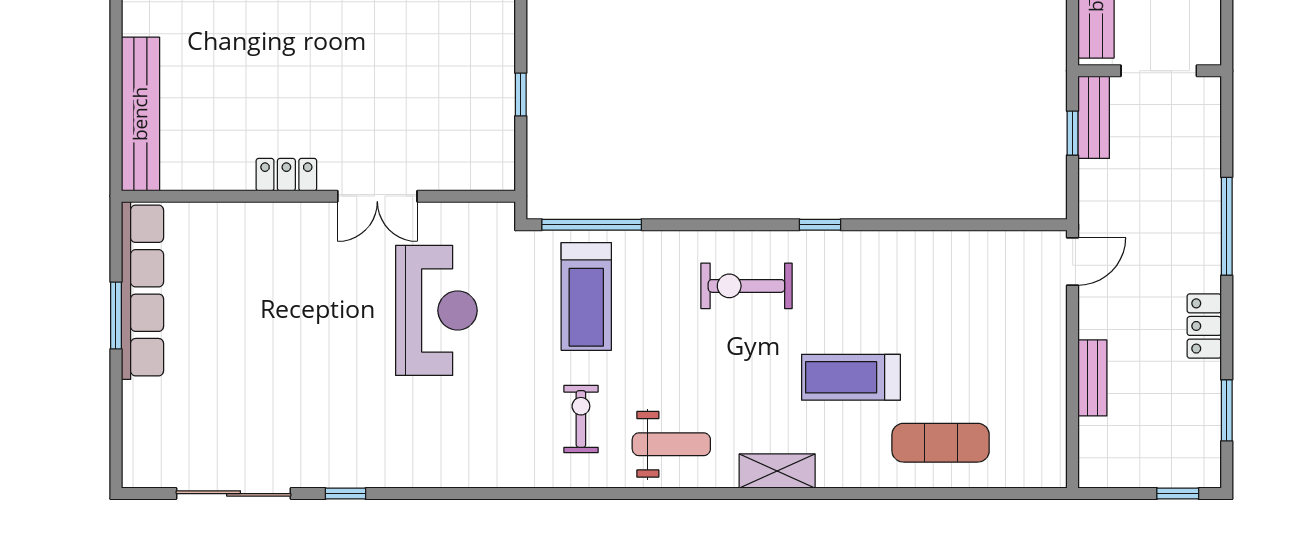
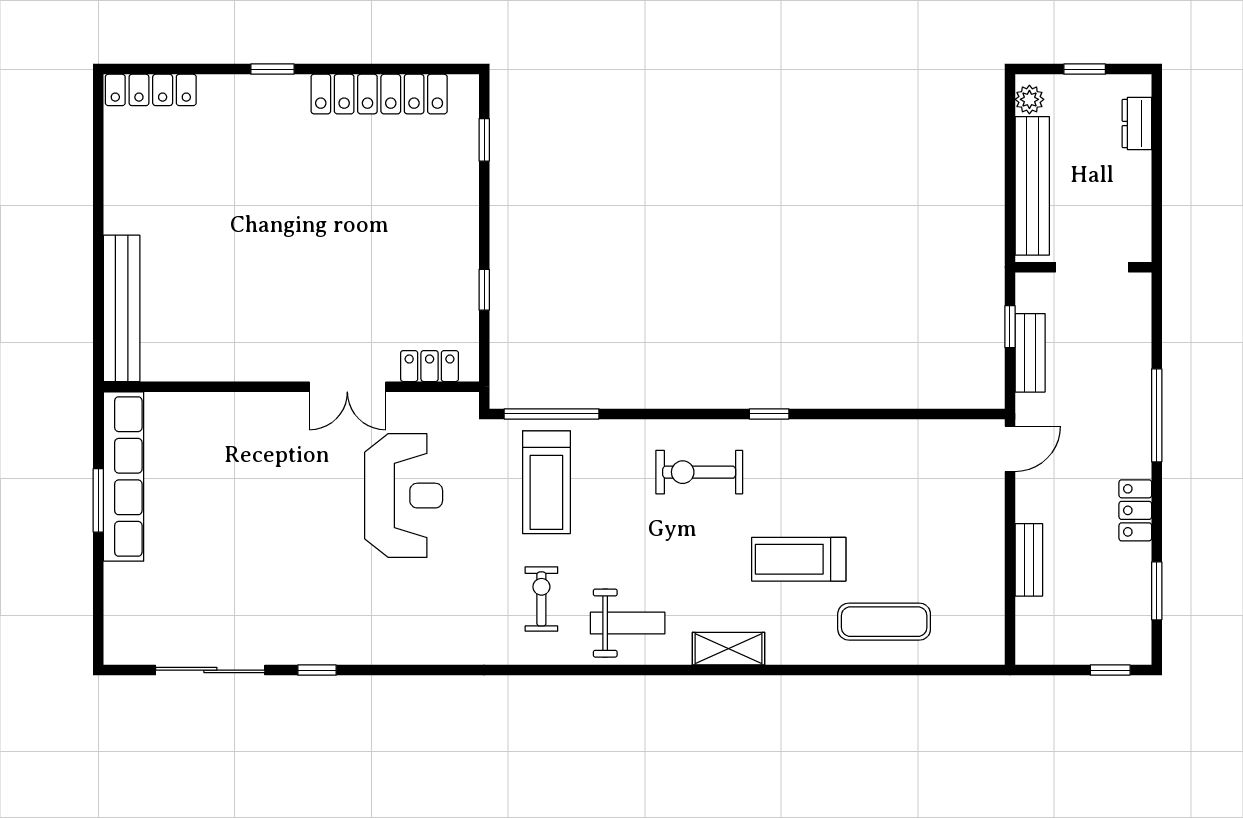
bench: (1094, 117) -> (1030, 353), moved
locker: (286, 175) -> (430, 366), moved

